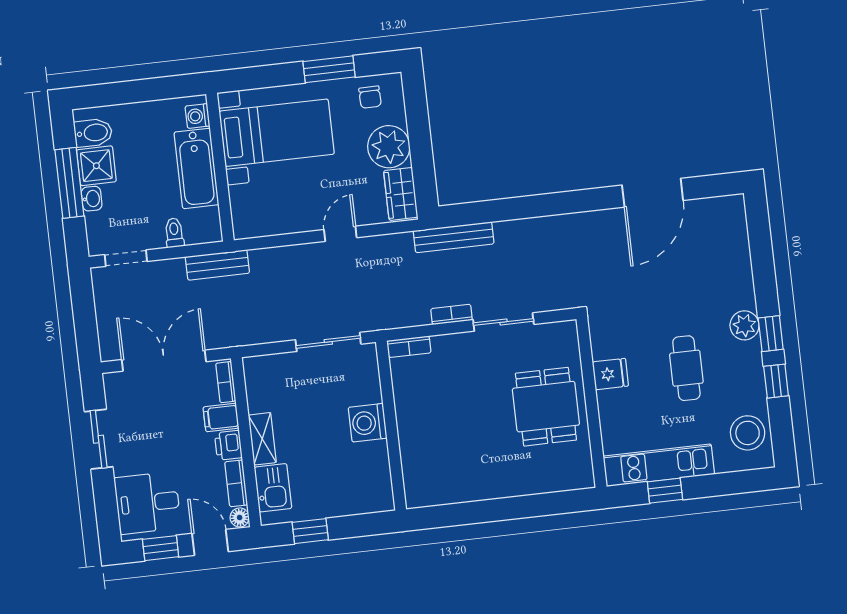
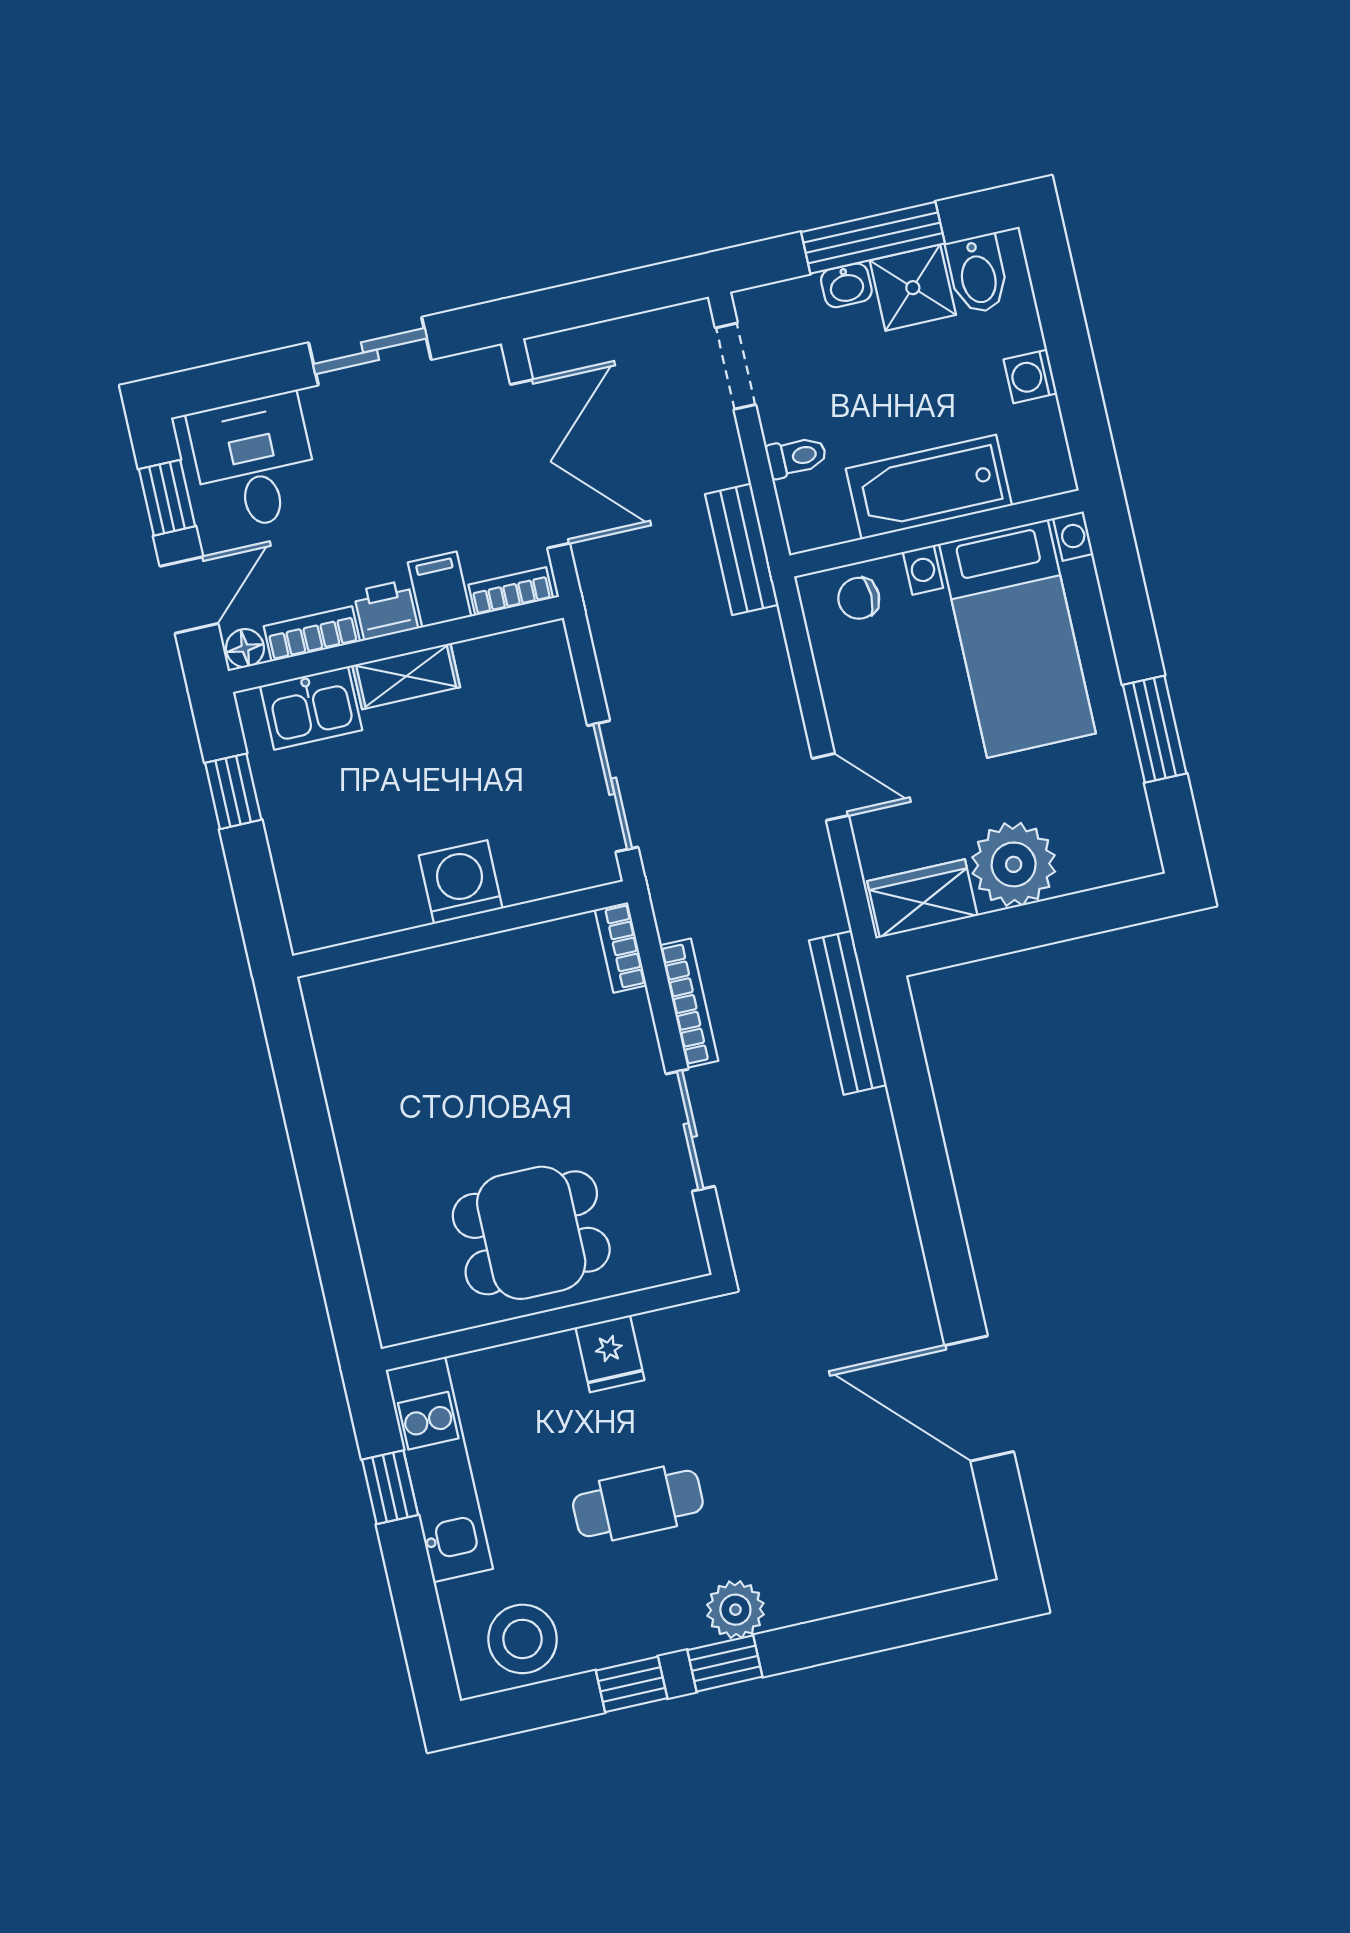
chair: (370, 97) -> (859, 598), moved
washing machine: (197, 116) -> (1030, 376), moved, turned -90
bookcase: (451, 314) -> (689, 1003), width x1.56

